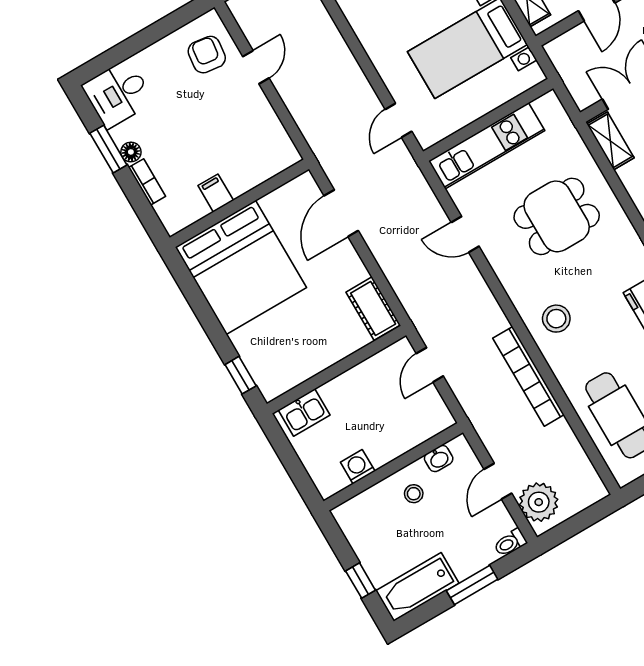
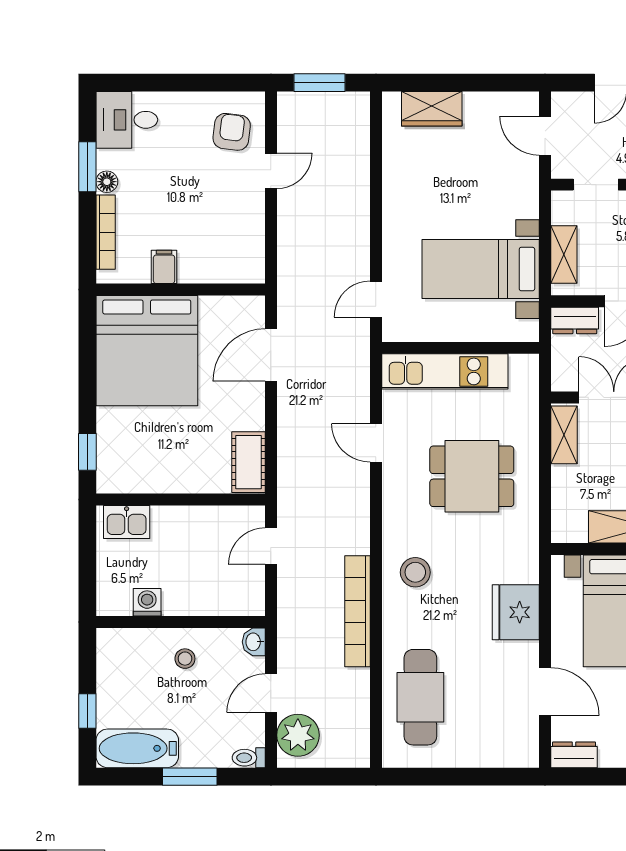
dresser: (566, 45) -> (575, 320), added
bookcase: (147, 182) -> (106, 232), width x1.56
washbasin: (439, 458) -> (254, 642), moved, turned 90

